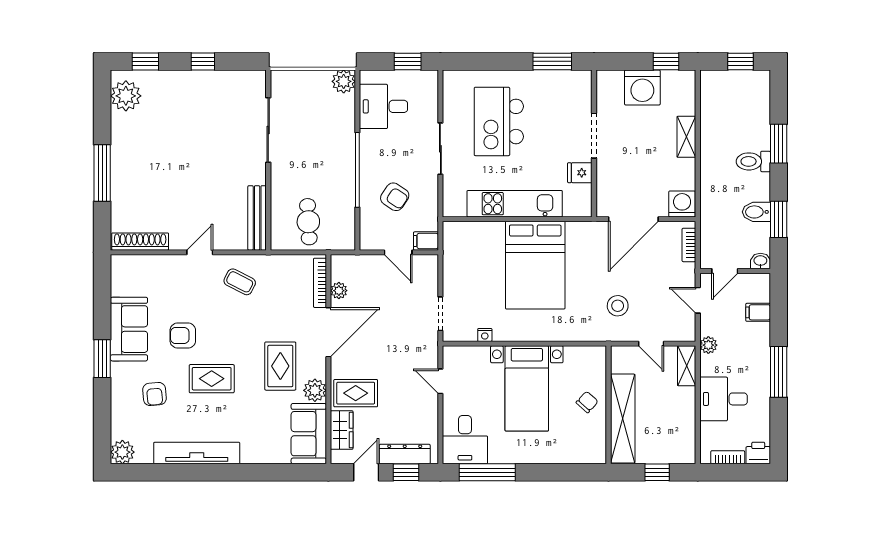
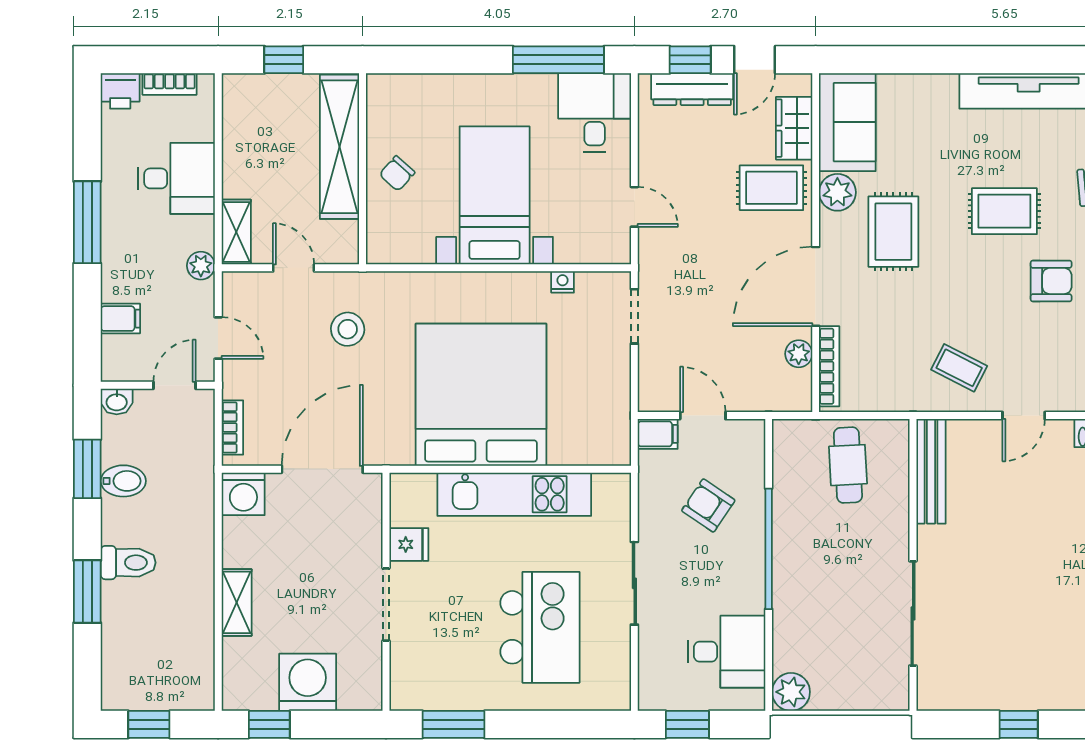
bed: (535, 265) -> (481, 395), width x1.36

